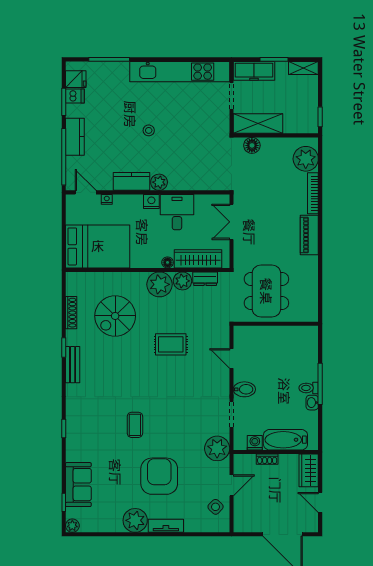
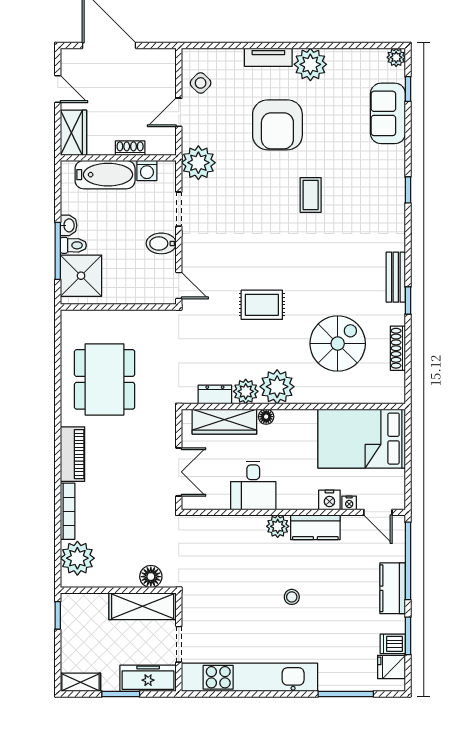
nightstand: (151, 201) -> (329, 500), moved
dining table: (266, 291) -> (105, 379), moved
wall: (276, 324) -> (118, 307), moved
shower: (303, 366) -> (81, 276), added

